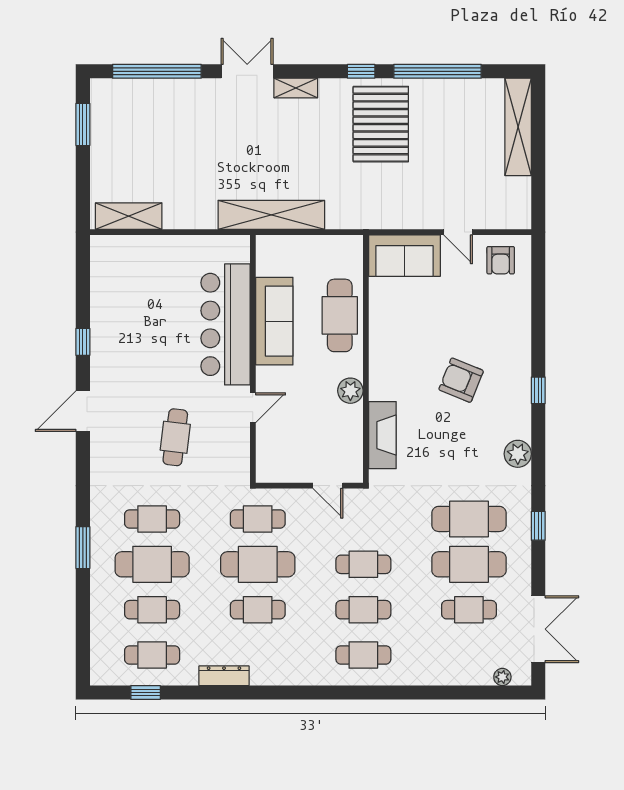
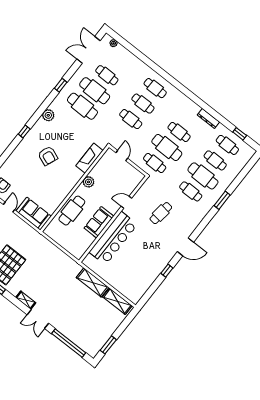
shelving: (271, 215) -> (93, 282), moved, width x0.68
sofa: (274, 321) -> (99, 222), width x0.73

